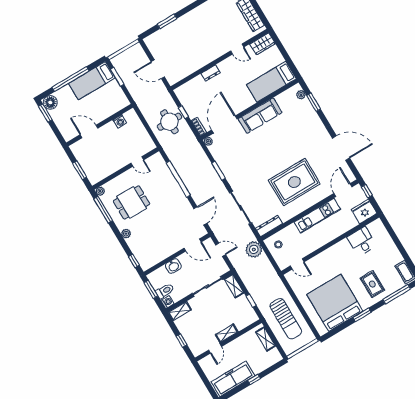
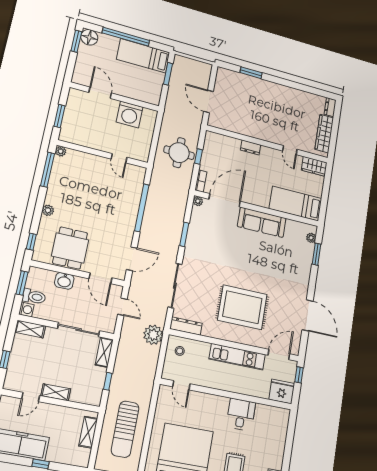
washing machine: (120, 121) -> (130, 114), width x1.89, depth x1.89
dining table: (132, 202) -> (70, 248), moved, turned 90
desk: (362, 241) -> (241, 415), moved

